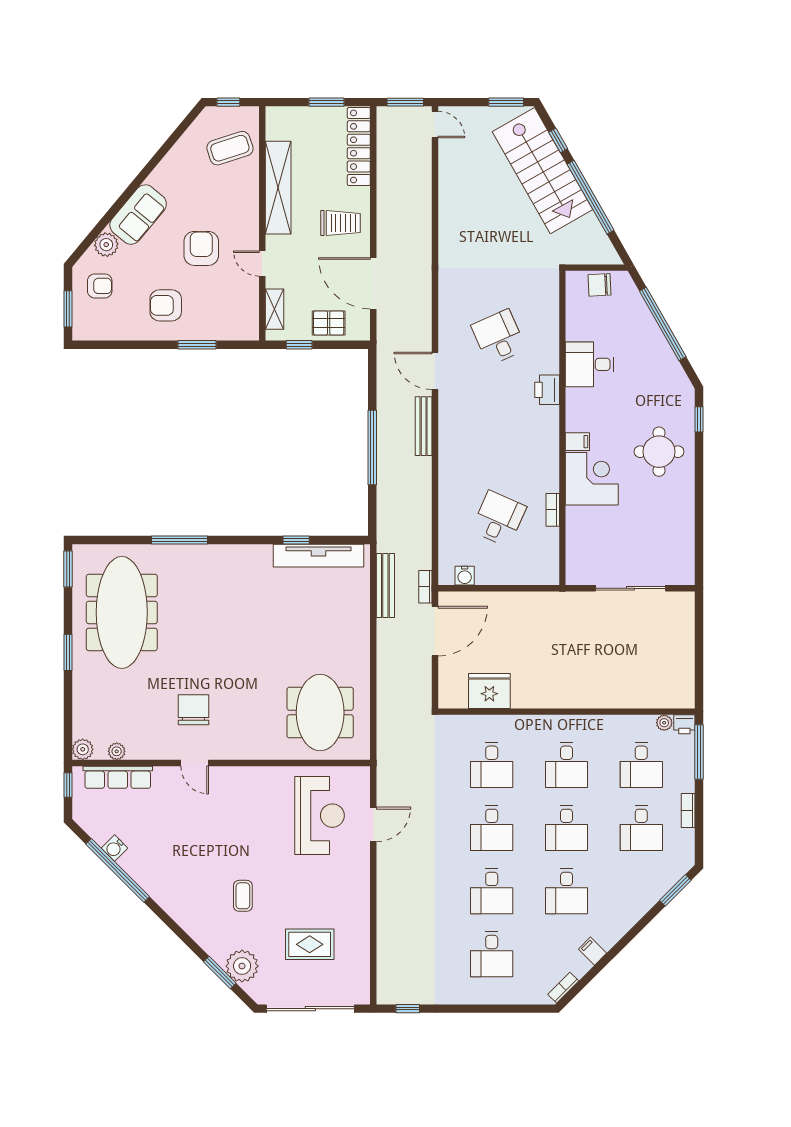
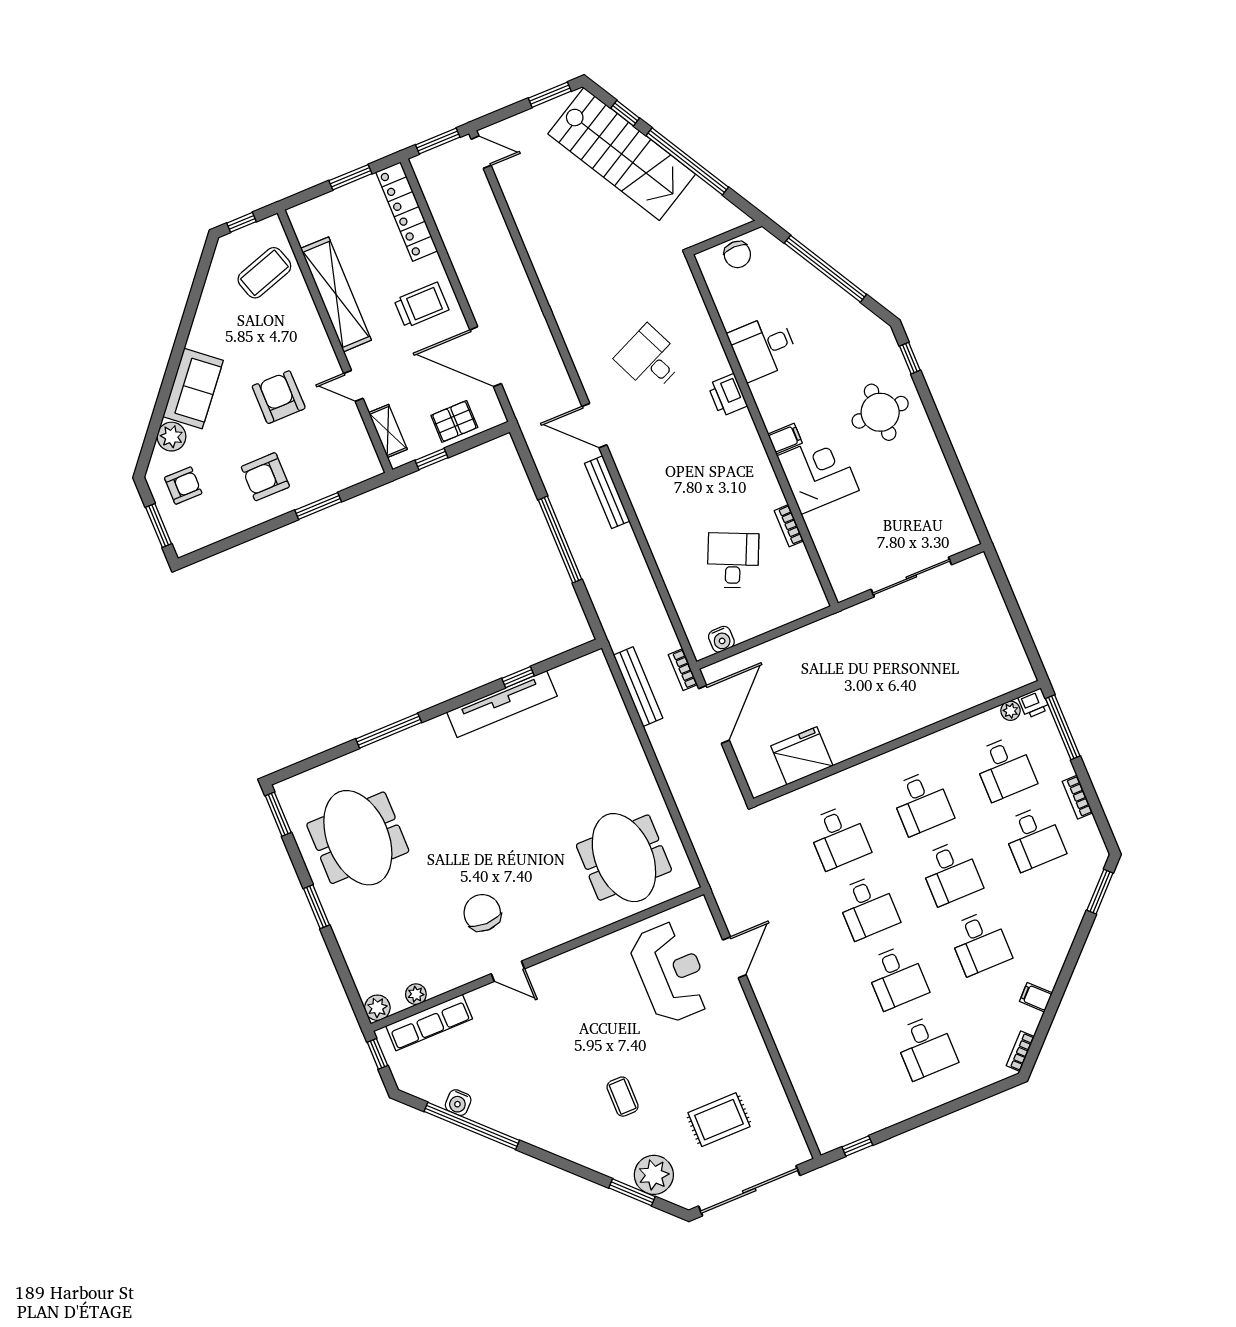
chair: (599, 285) -> (737, 255), turned -87
tv unit: (318, 556) -> (502, 704), moved
meeting table: (122, 612) -> (358, 838), width x0.73

